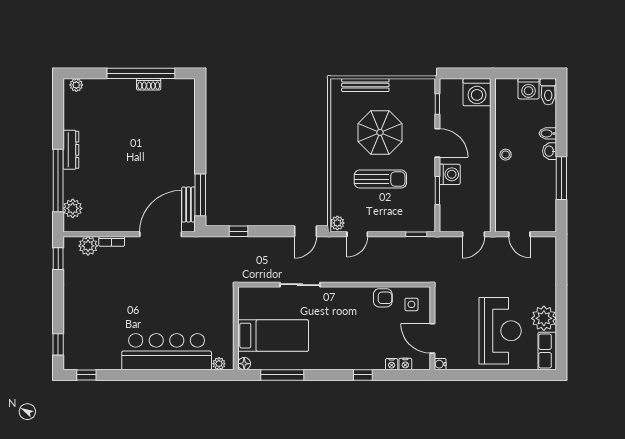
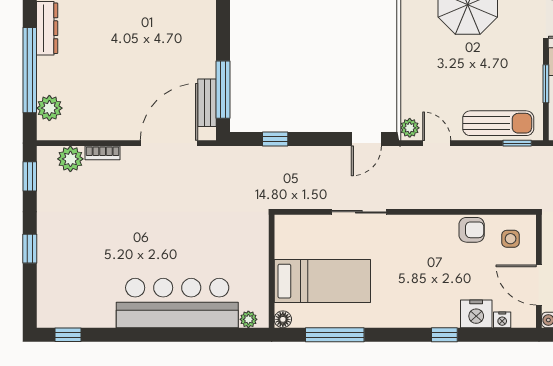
sun lounger: (380, 179) -> (498, 123), moved
door: (357, 234) -> (437, 143), swing flipped
window: (58, 344) -> (30, 249), moved
nightstand: (392, 364) -> (476, 314), width x1.89, depth x1.79

